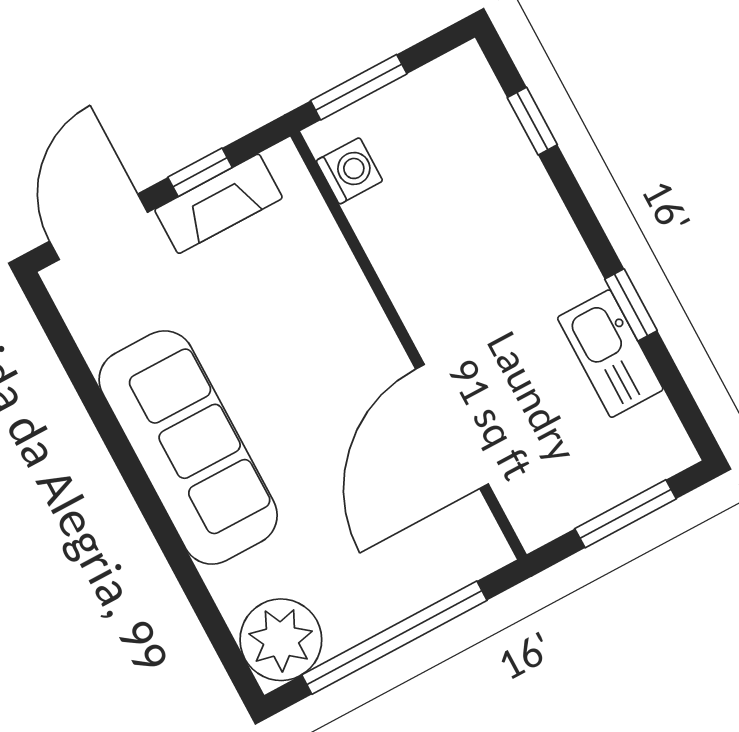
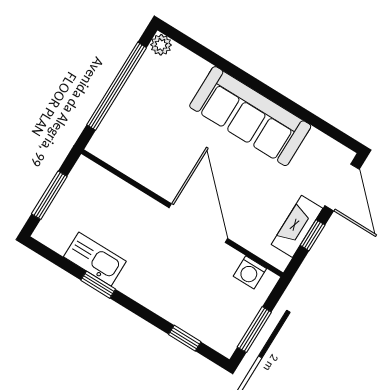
window: (359, 87) -> (254, 330), moved
door: (452, 427) -> (198, 223), moved
plant: (281, 640) -> (161, 45), width x0.53, depth x0.53

